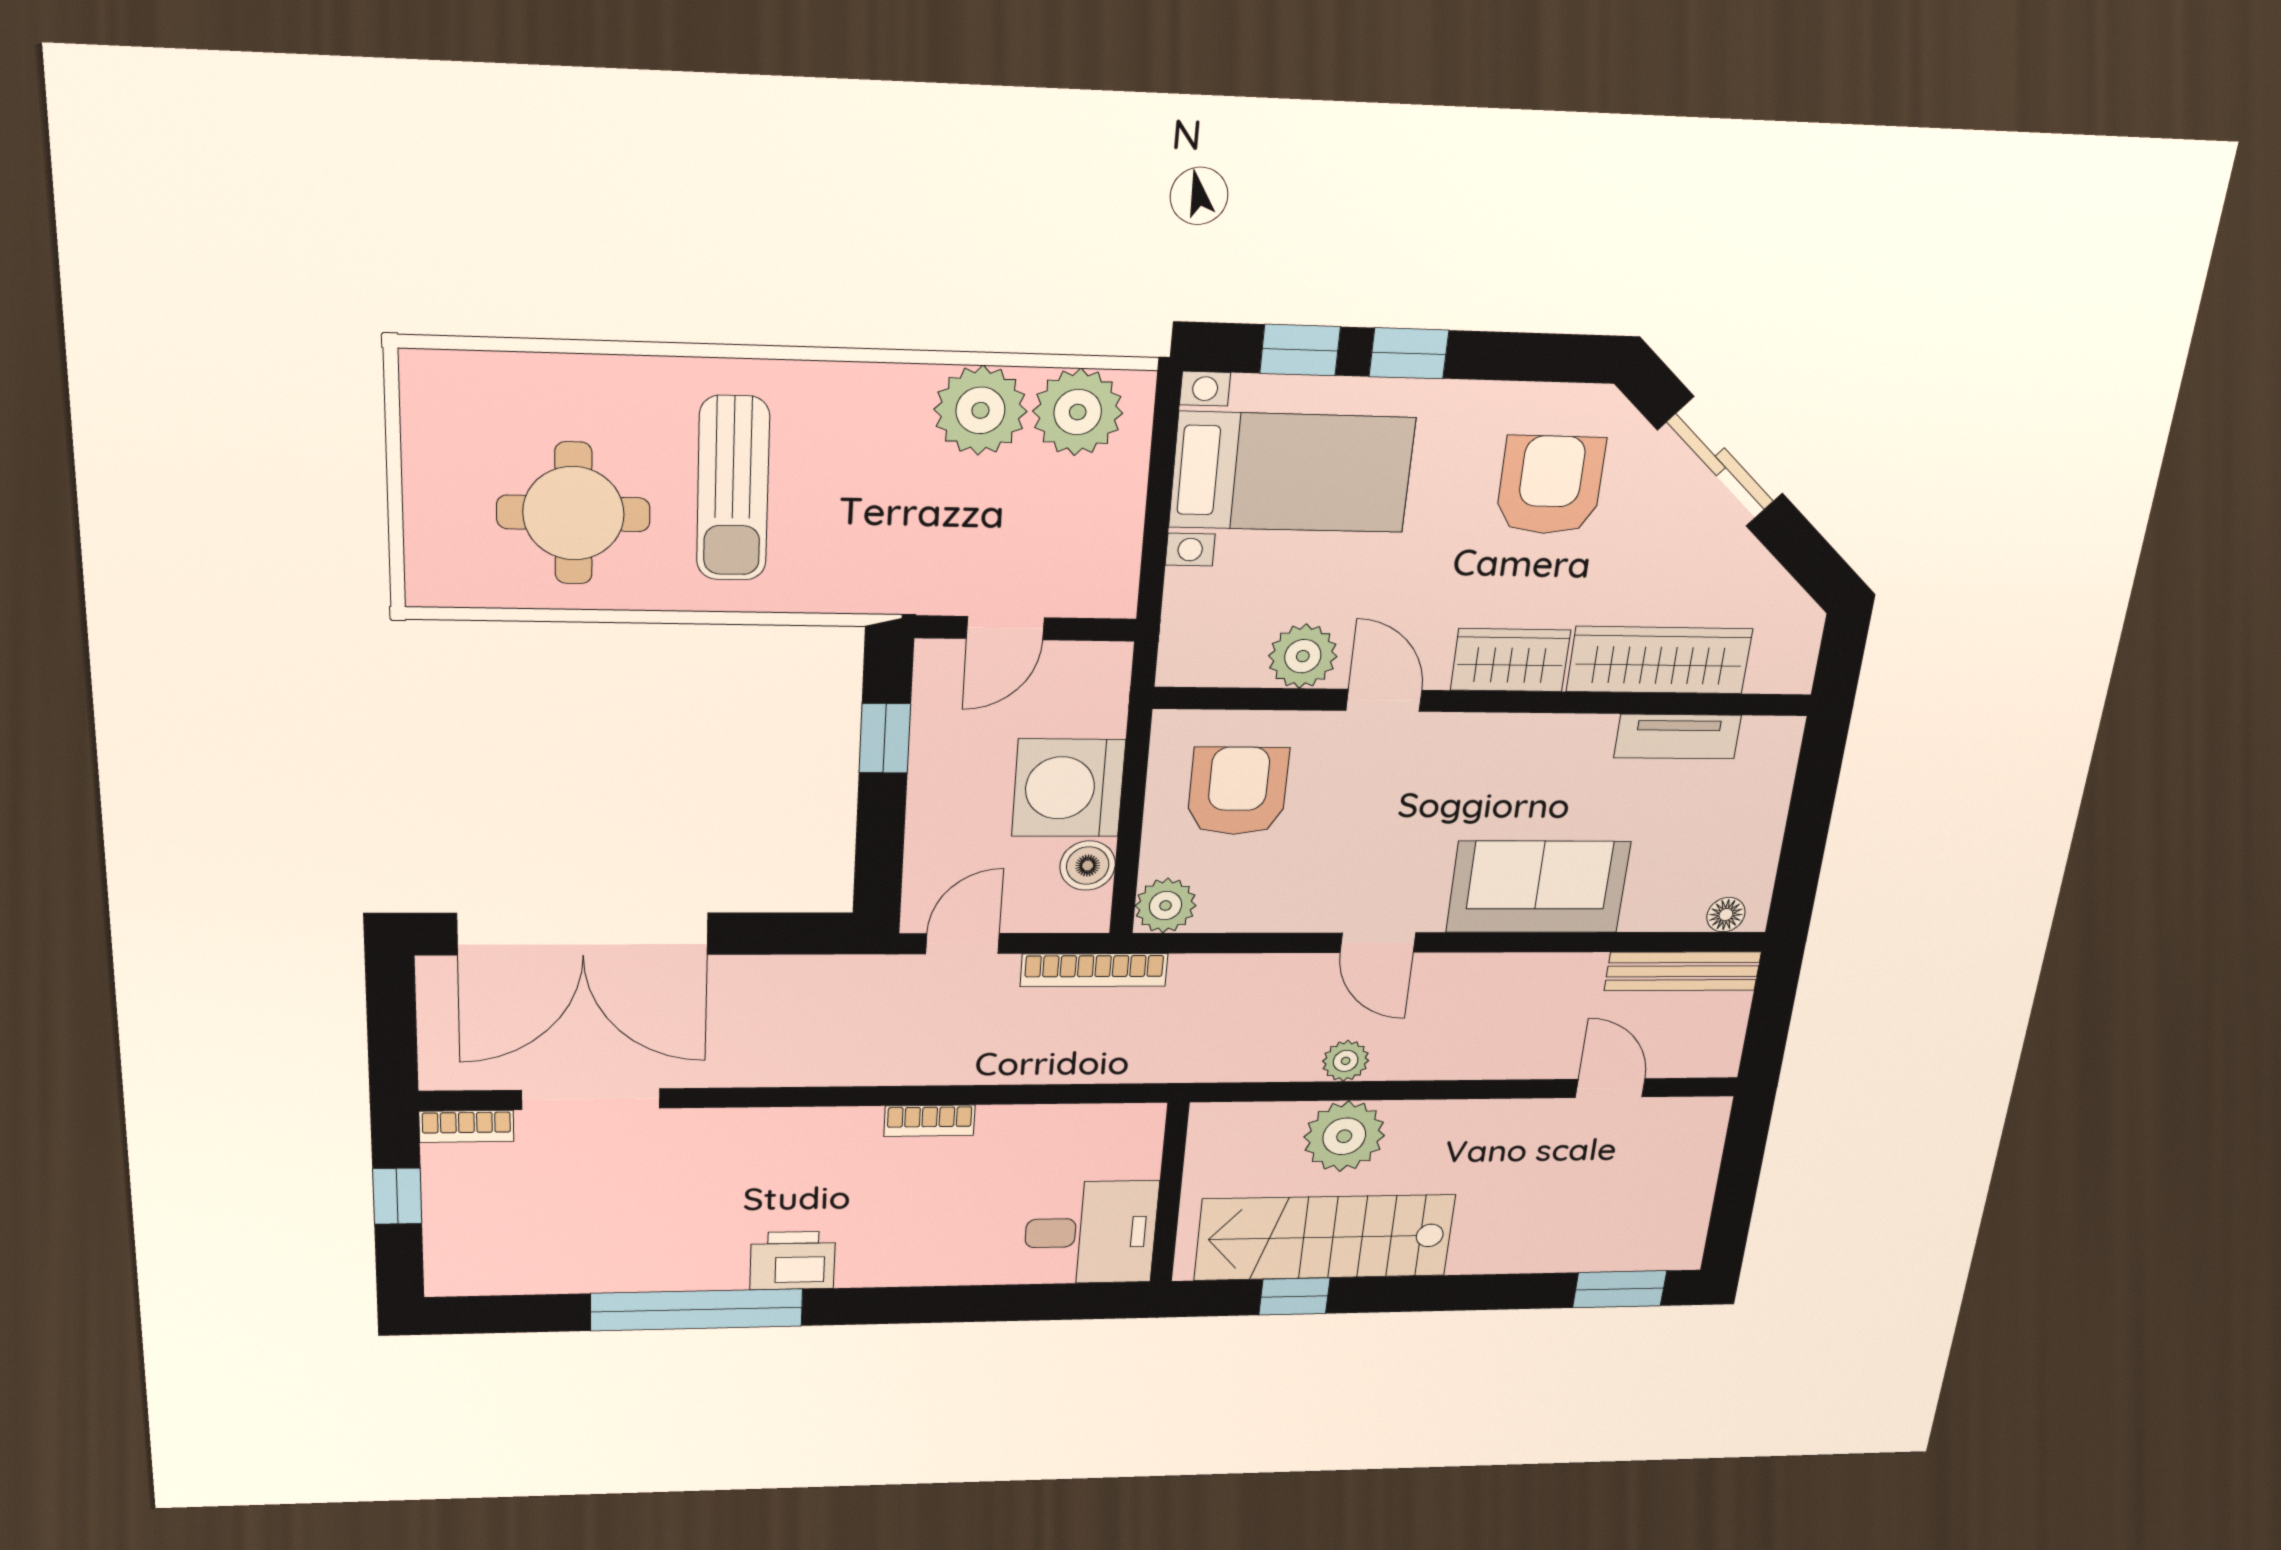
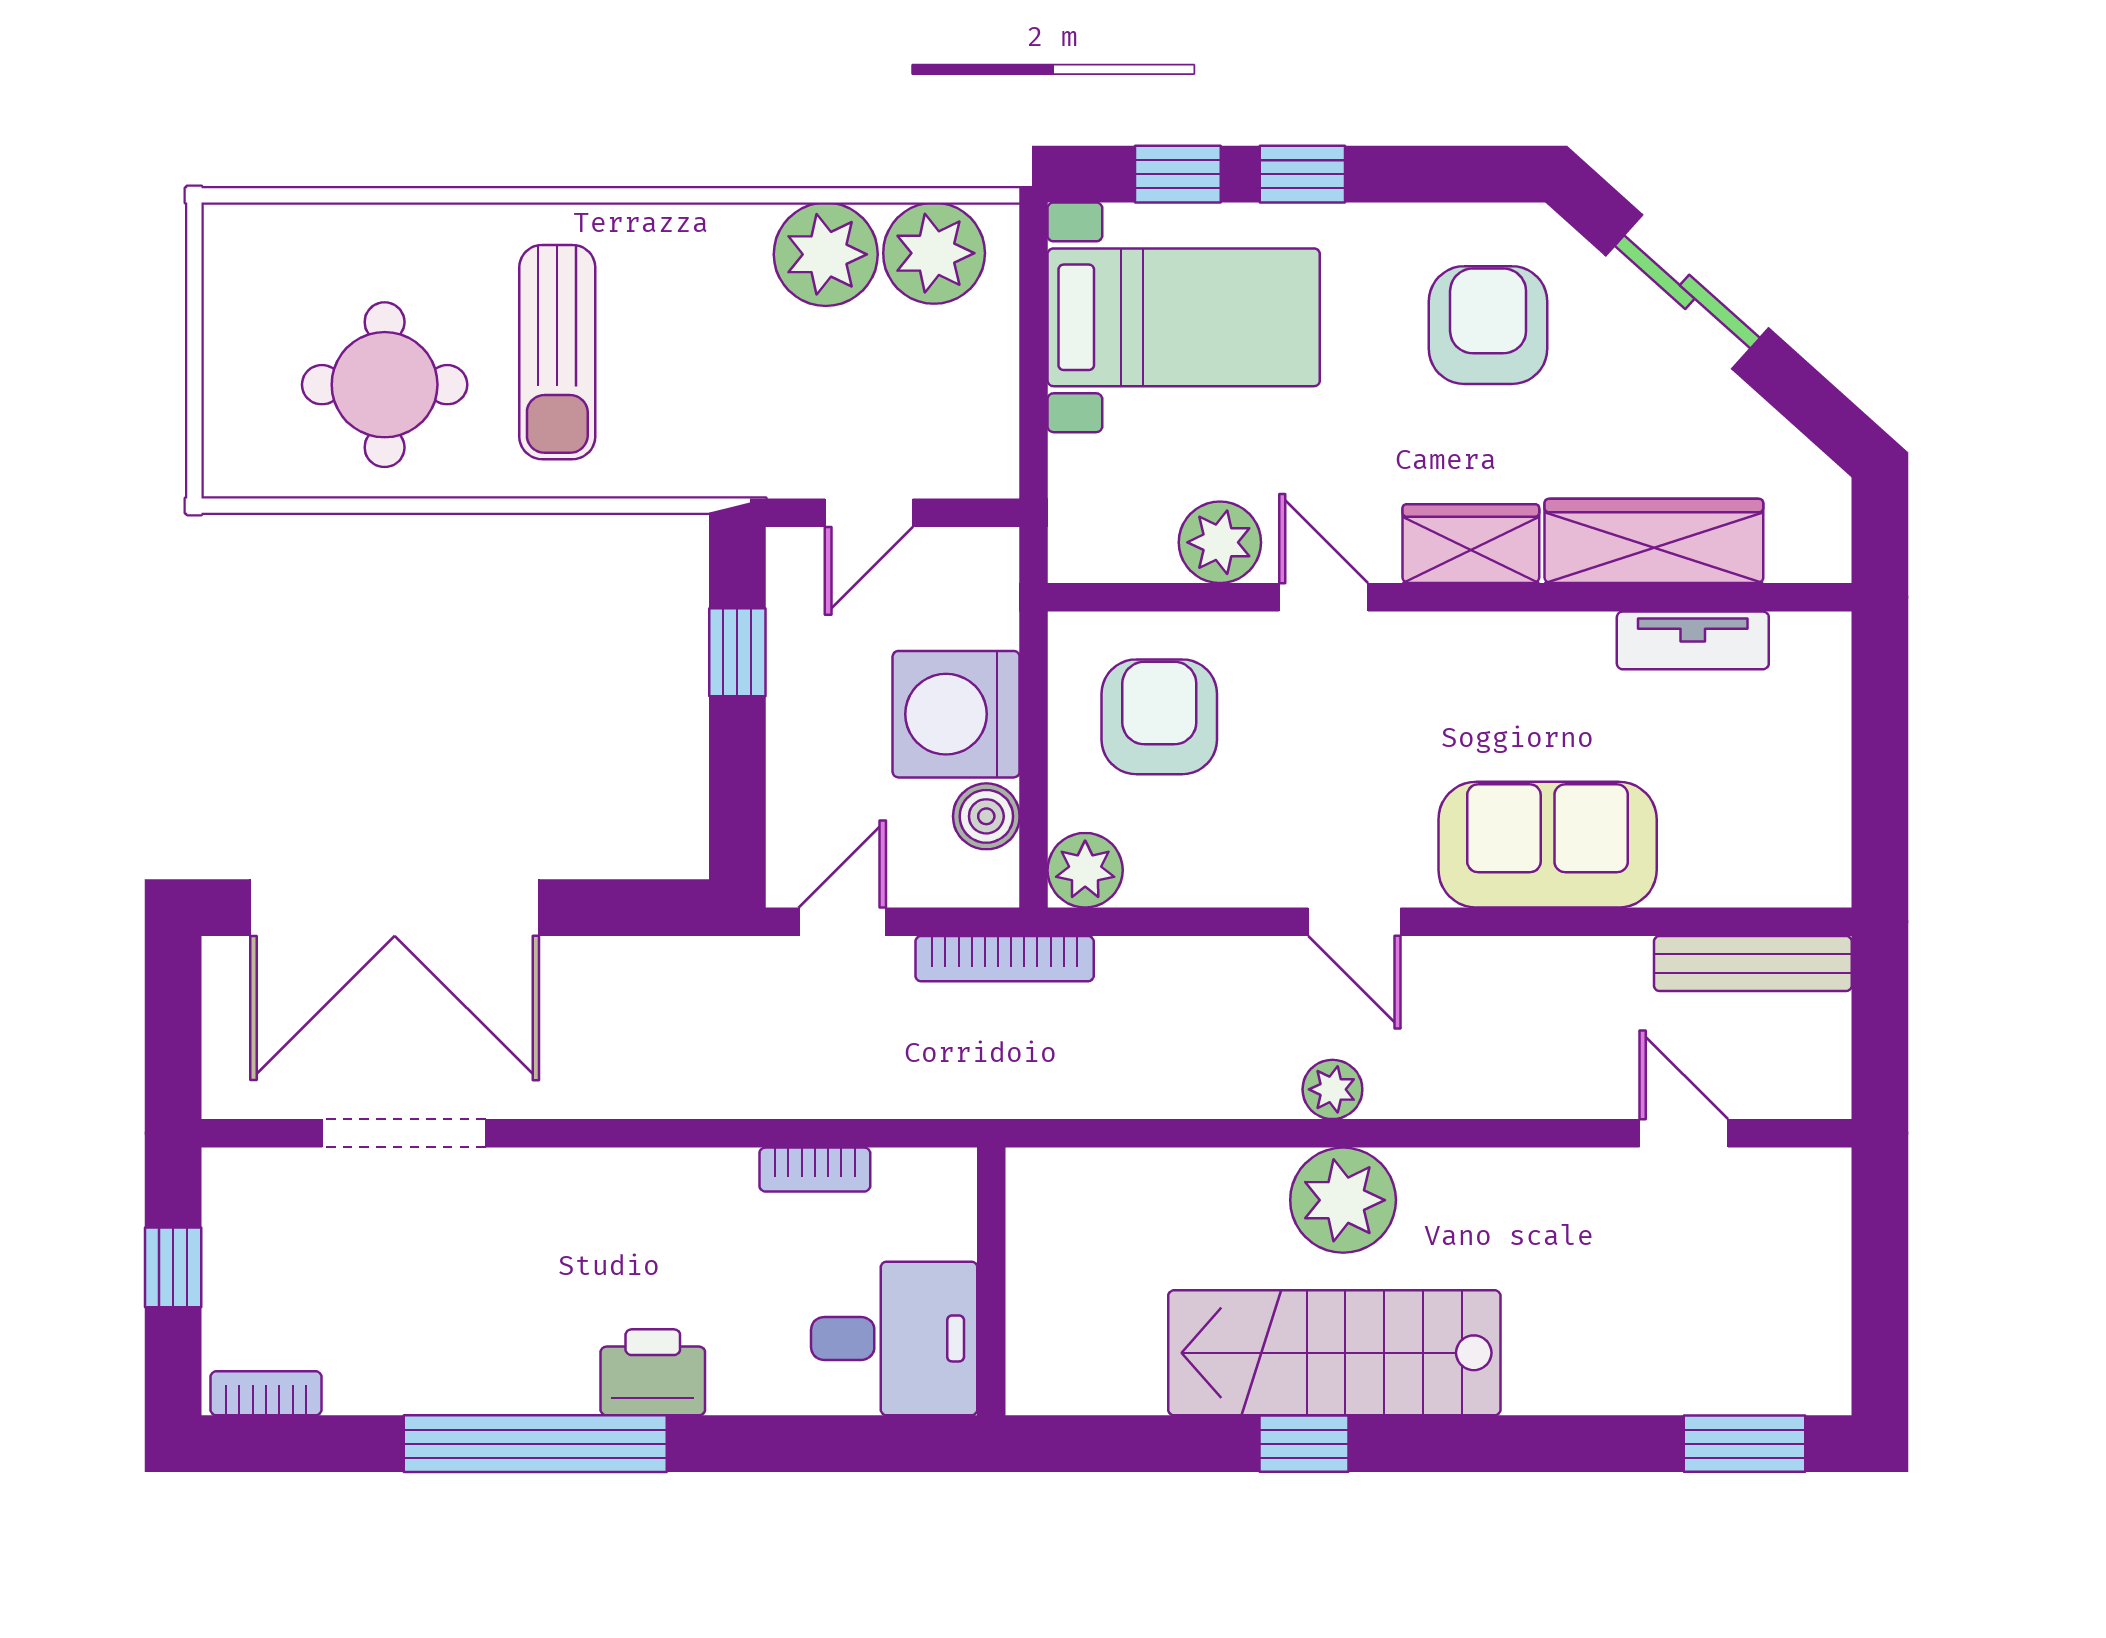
floor lamp: (1726, 915) -> (1796, 883), removed
bookcase: (466, 1126) -> (266, 1393), moved, turned 180
wall: (1170, 1193) -> (991, 1281), moved
desk: (1091, 1232) -> (894, 1338), moved

